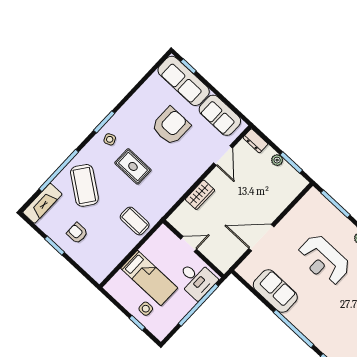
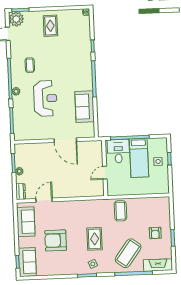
sofa: (184, 81) -> (27, 262), width x0.73
wardrobe: (200, 195) -> (75, 192), removed
door: (189, 244) -> (105, 173), hinge flipped
bed: (149, 278) -> (139, 158), moved, turned 180

